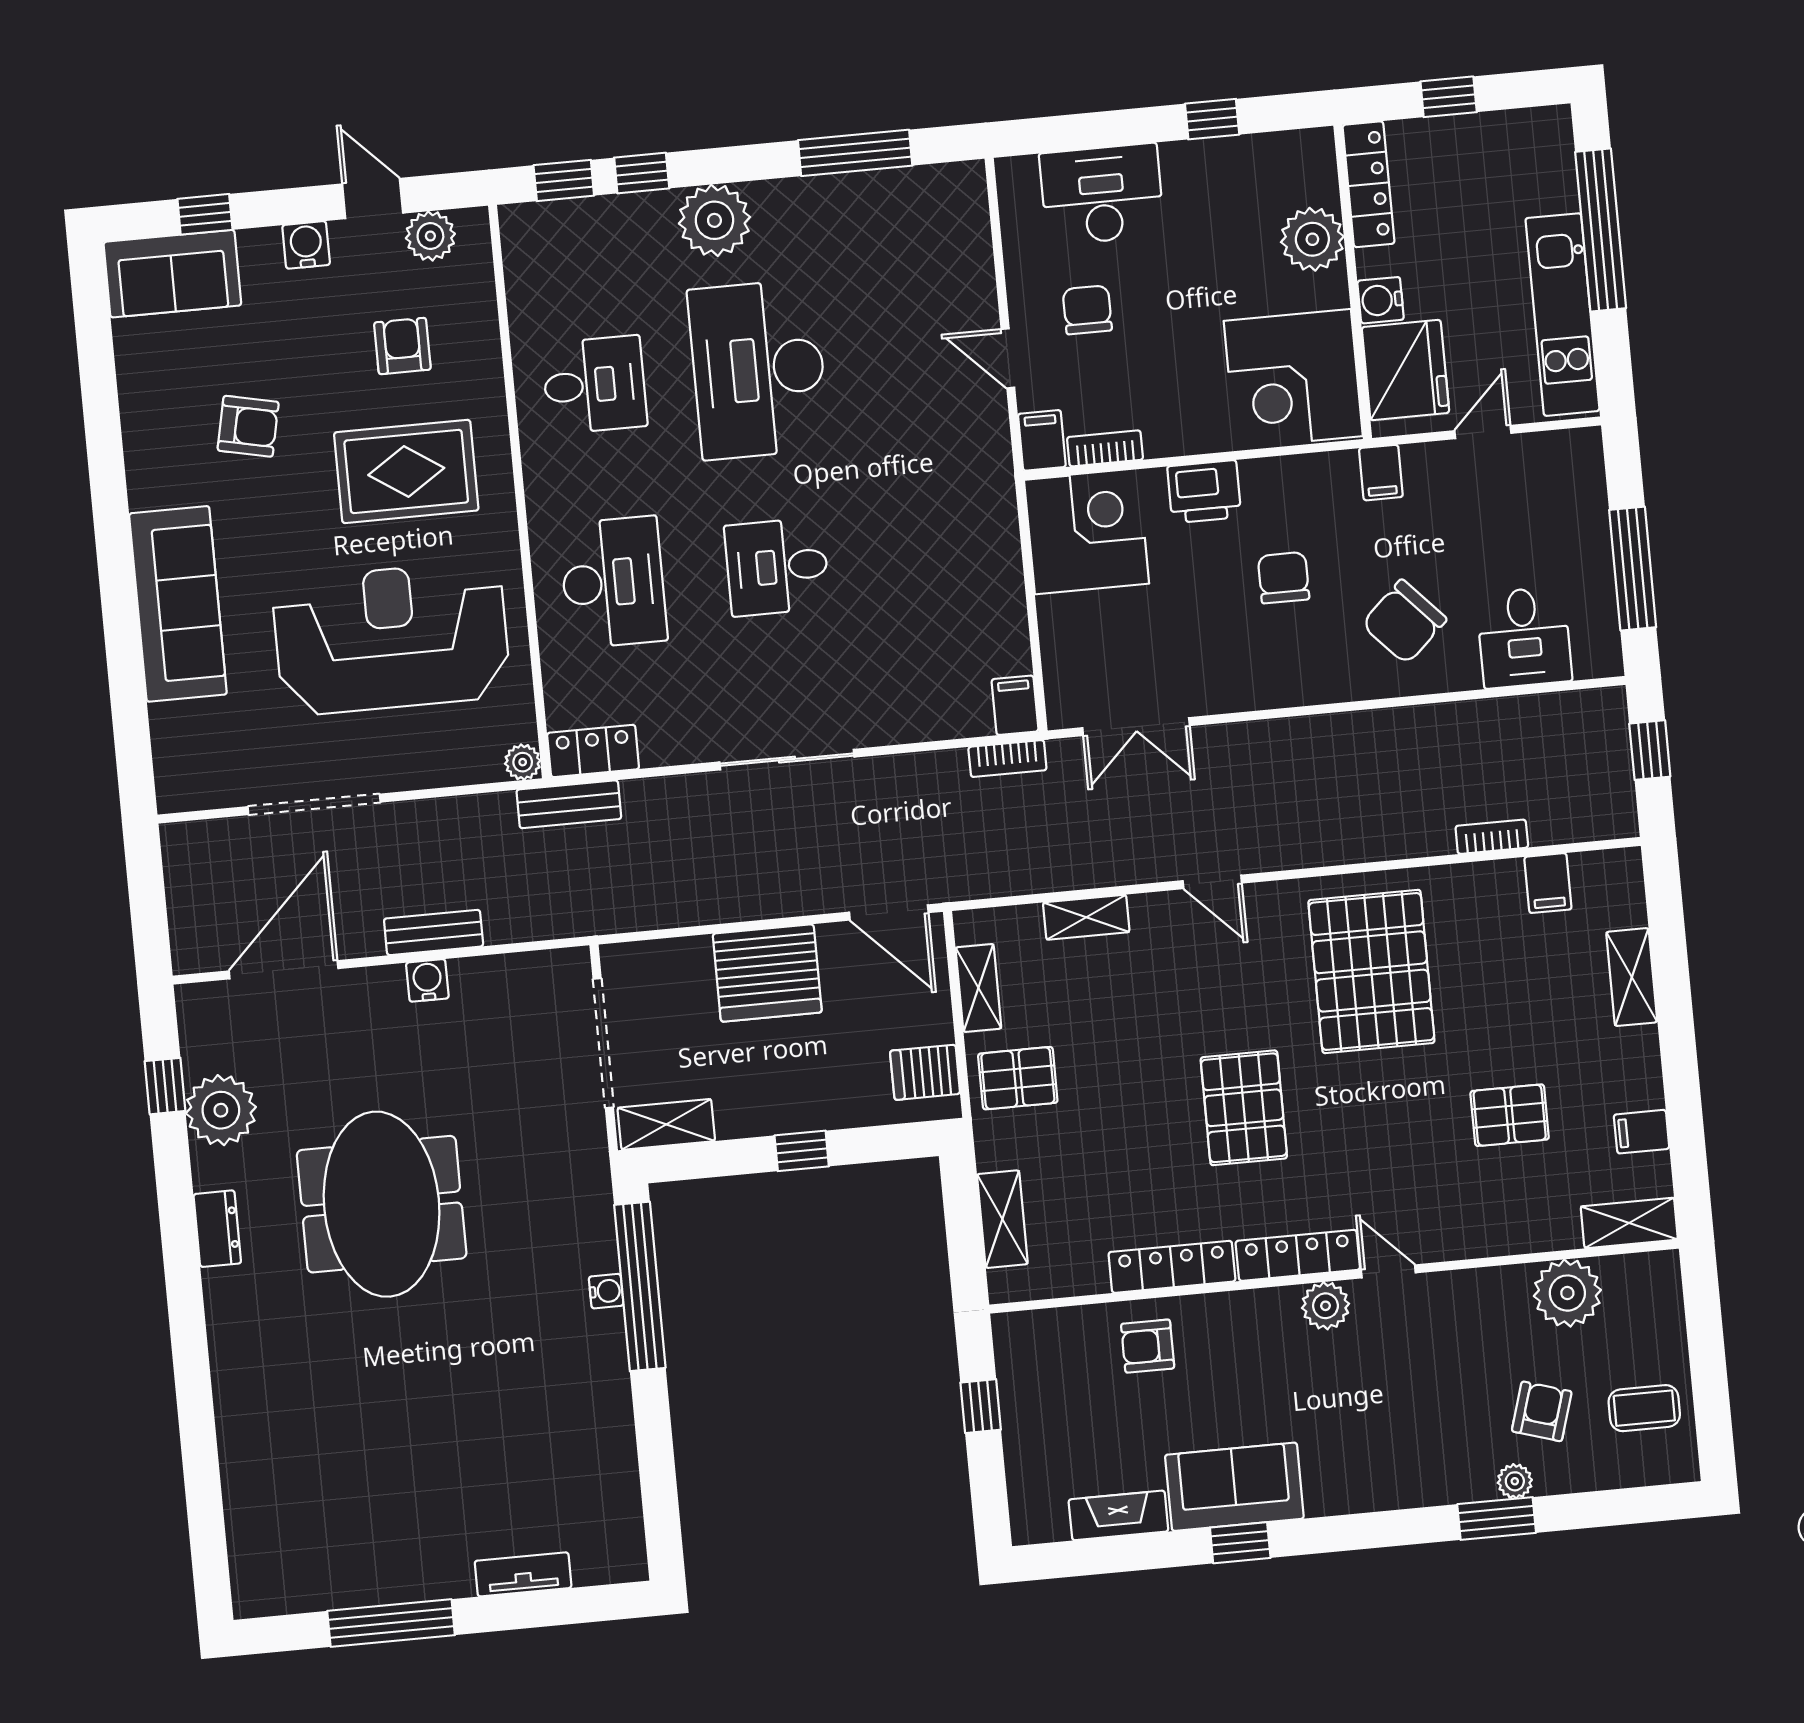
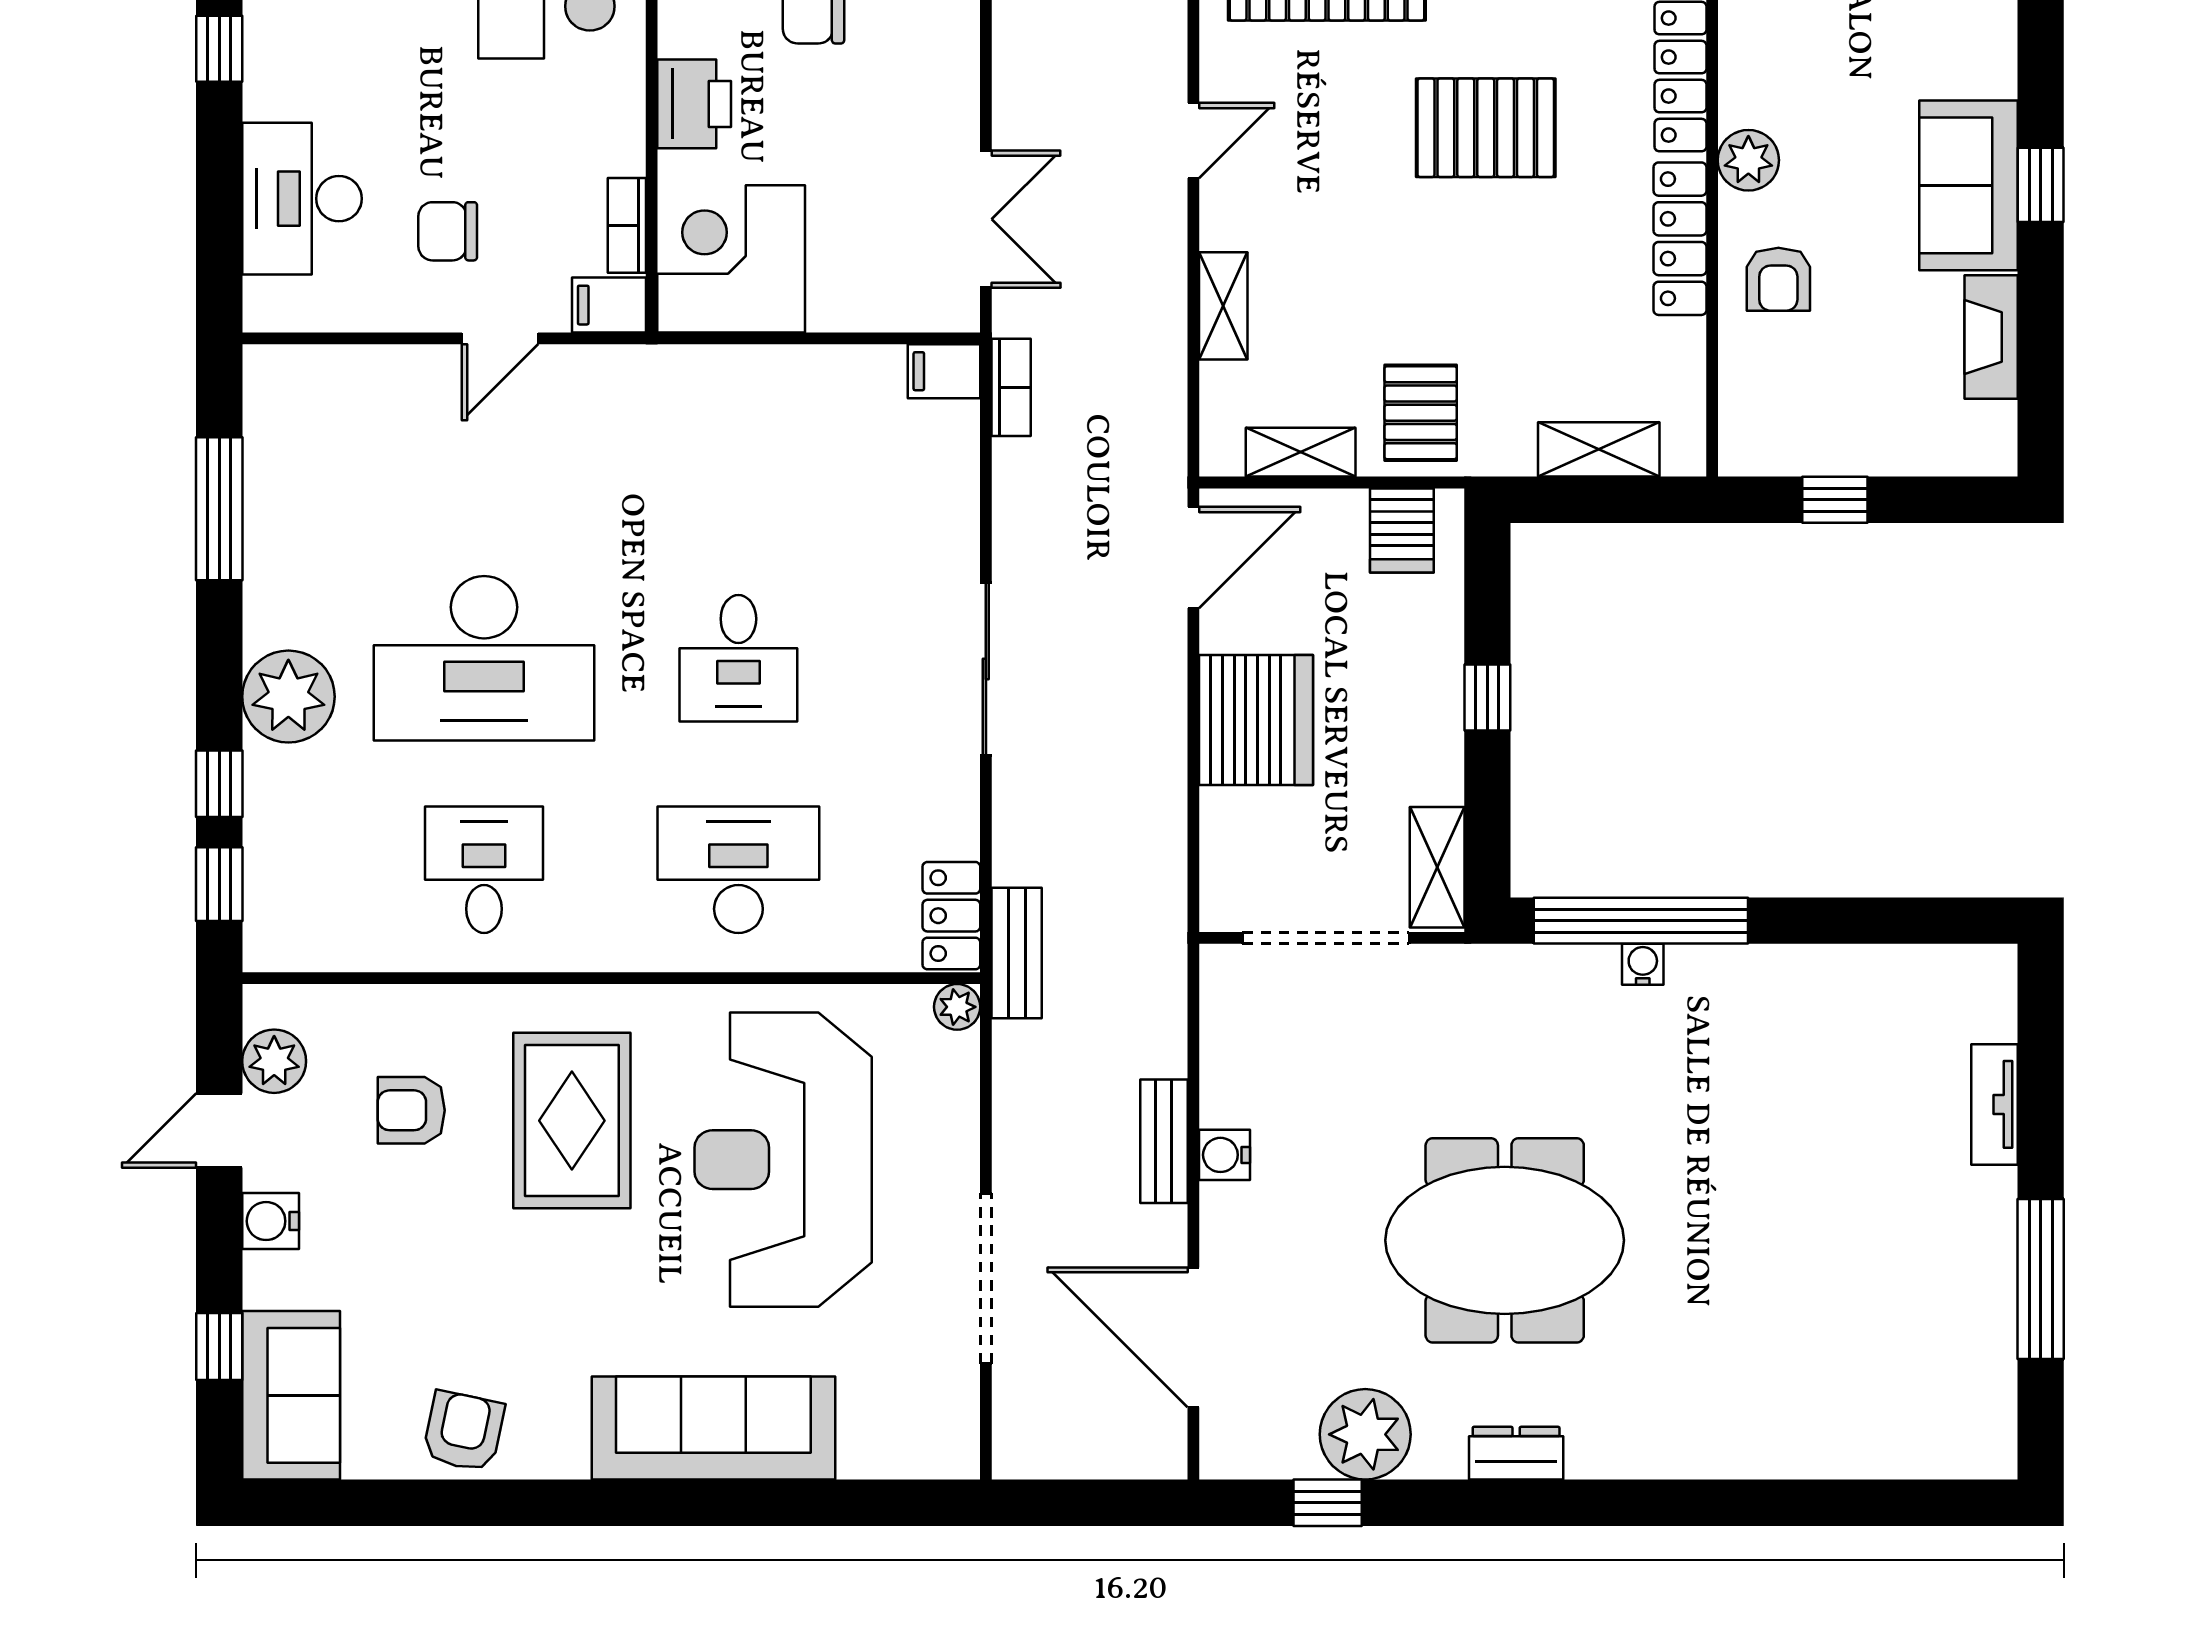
armchair: (248, 426) -> (463, 1431), moved
plant: (1326, 1306) -> (1748, 160), moved

